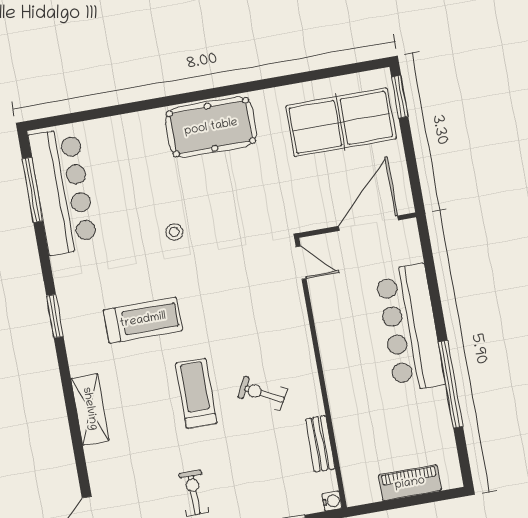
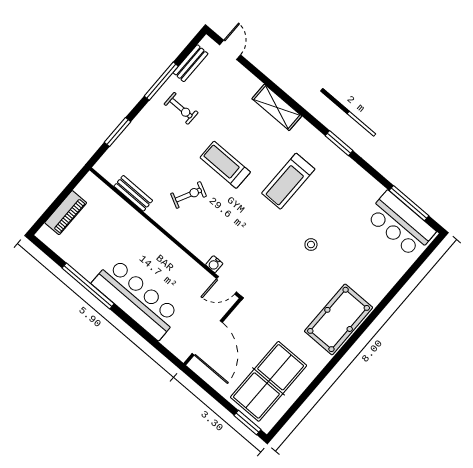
bar counter: (63, 191) -> (400, 224), width x0.73
treadmill: (196, 393) -> (225, 165), turned 180
water cooler: (332, 501) -> (214, 264), moved

